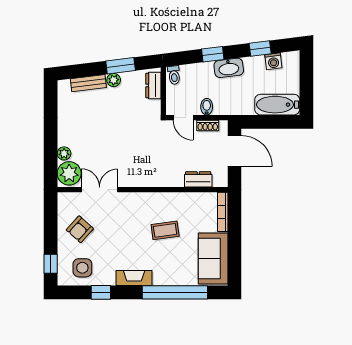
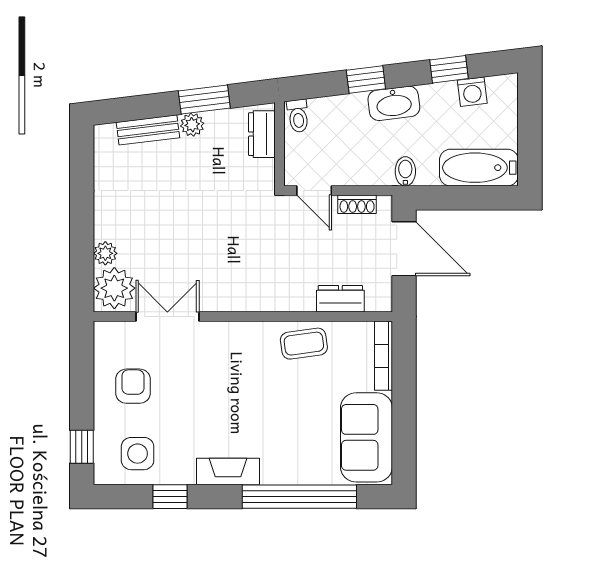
bidet: (207, 107) -> (405, 171), moved
armchair: (80, 229) -> (133, 386), turned 138
coffee table: (165, 230) -> (304, 344), moved

